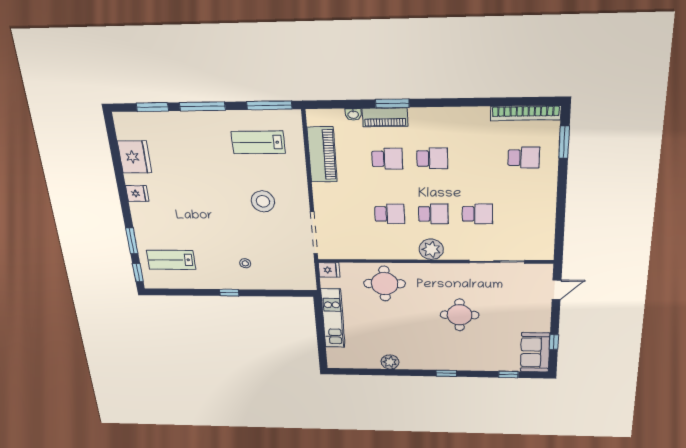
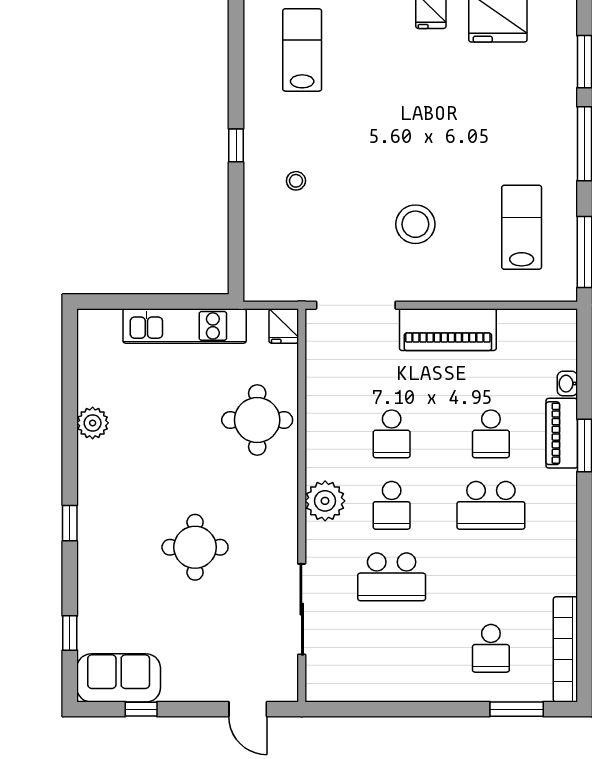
piano: (322, 155) -> (448, 330), moved
school desk: (432, 158) -> (491, 505), width x1.85
school desk: (477, 214) -> (392, 577), width x1.85

